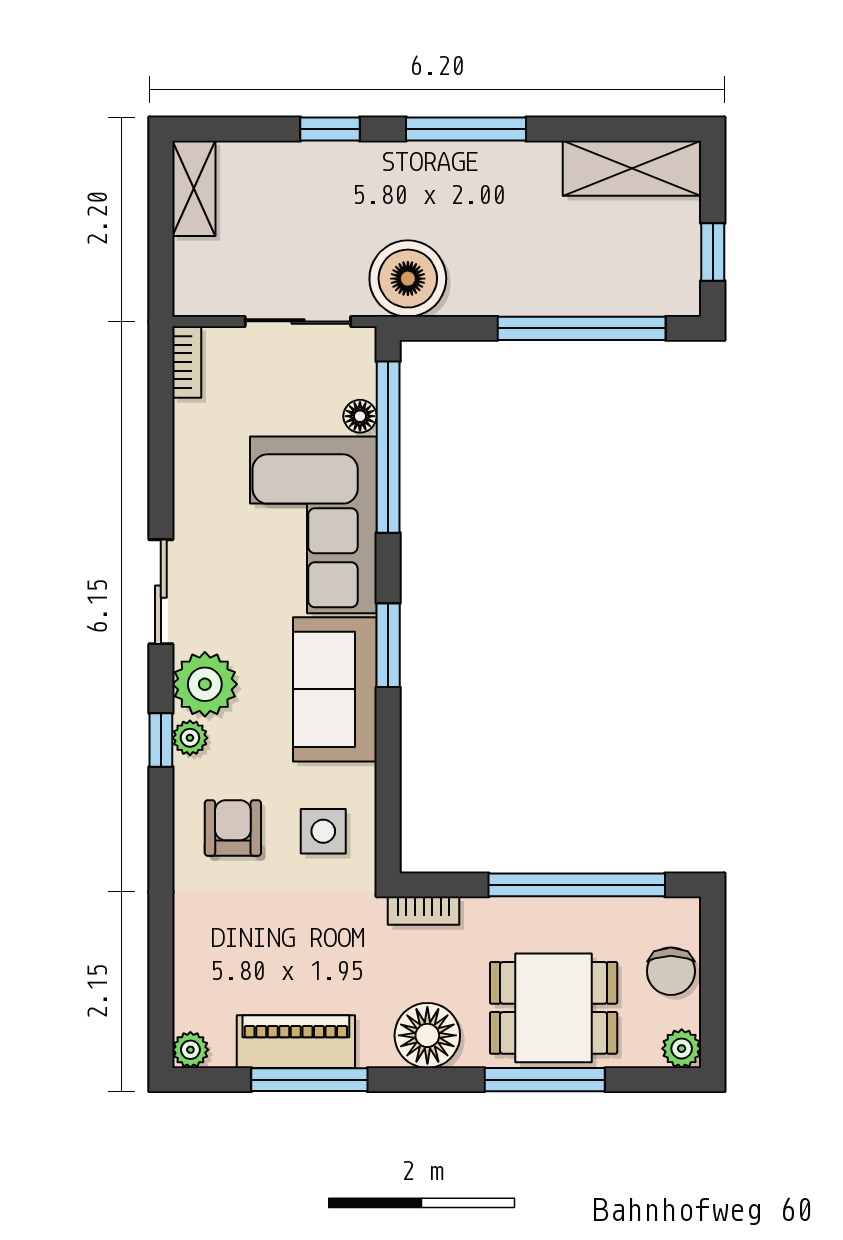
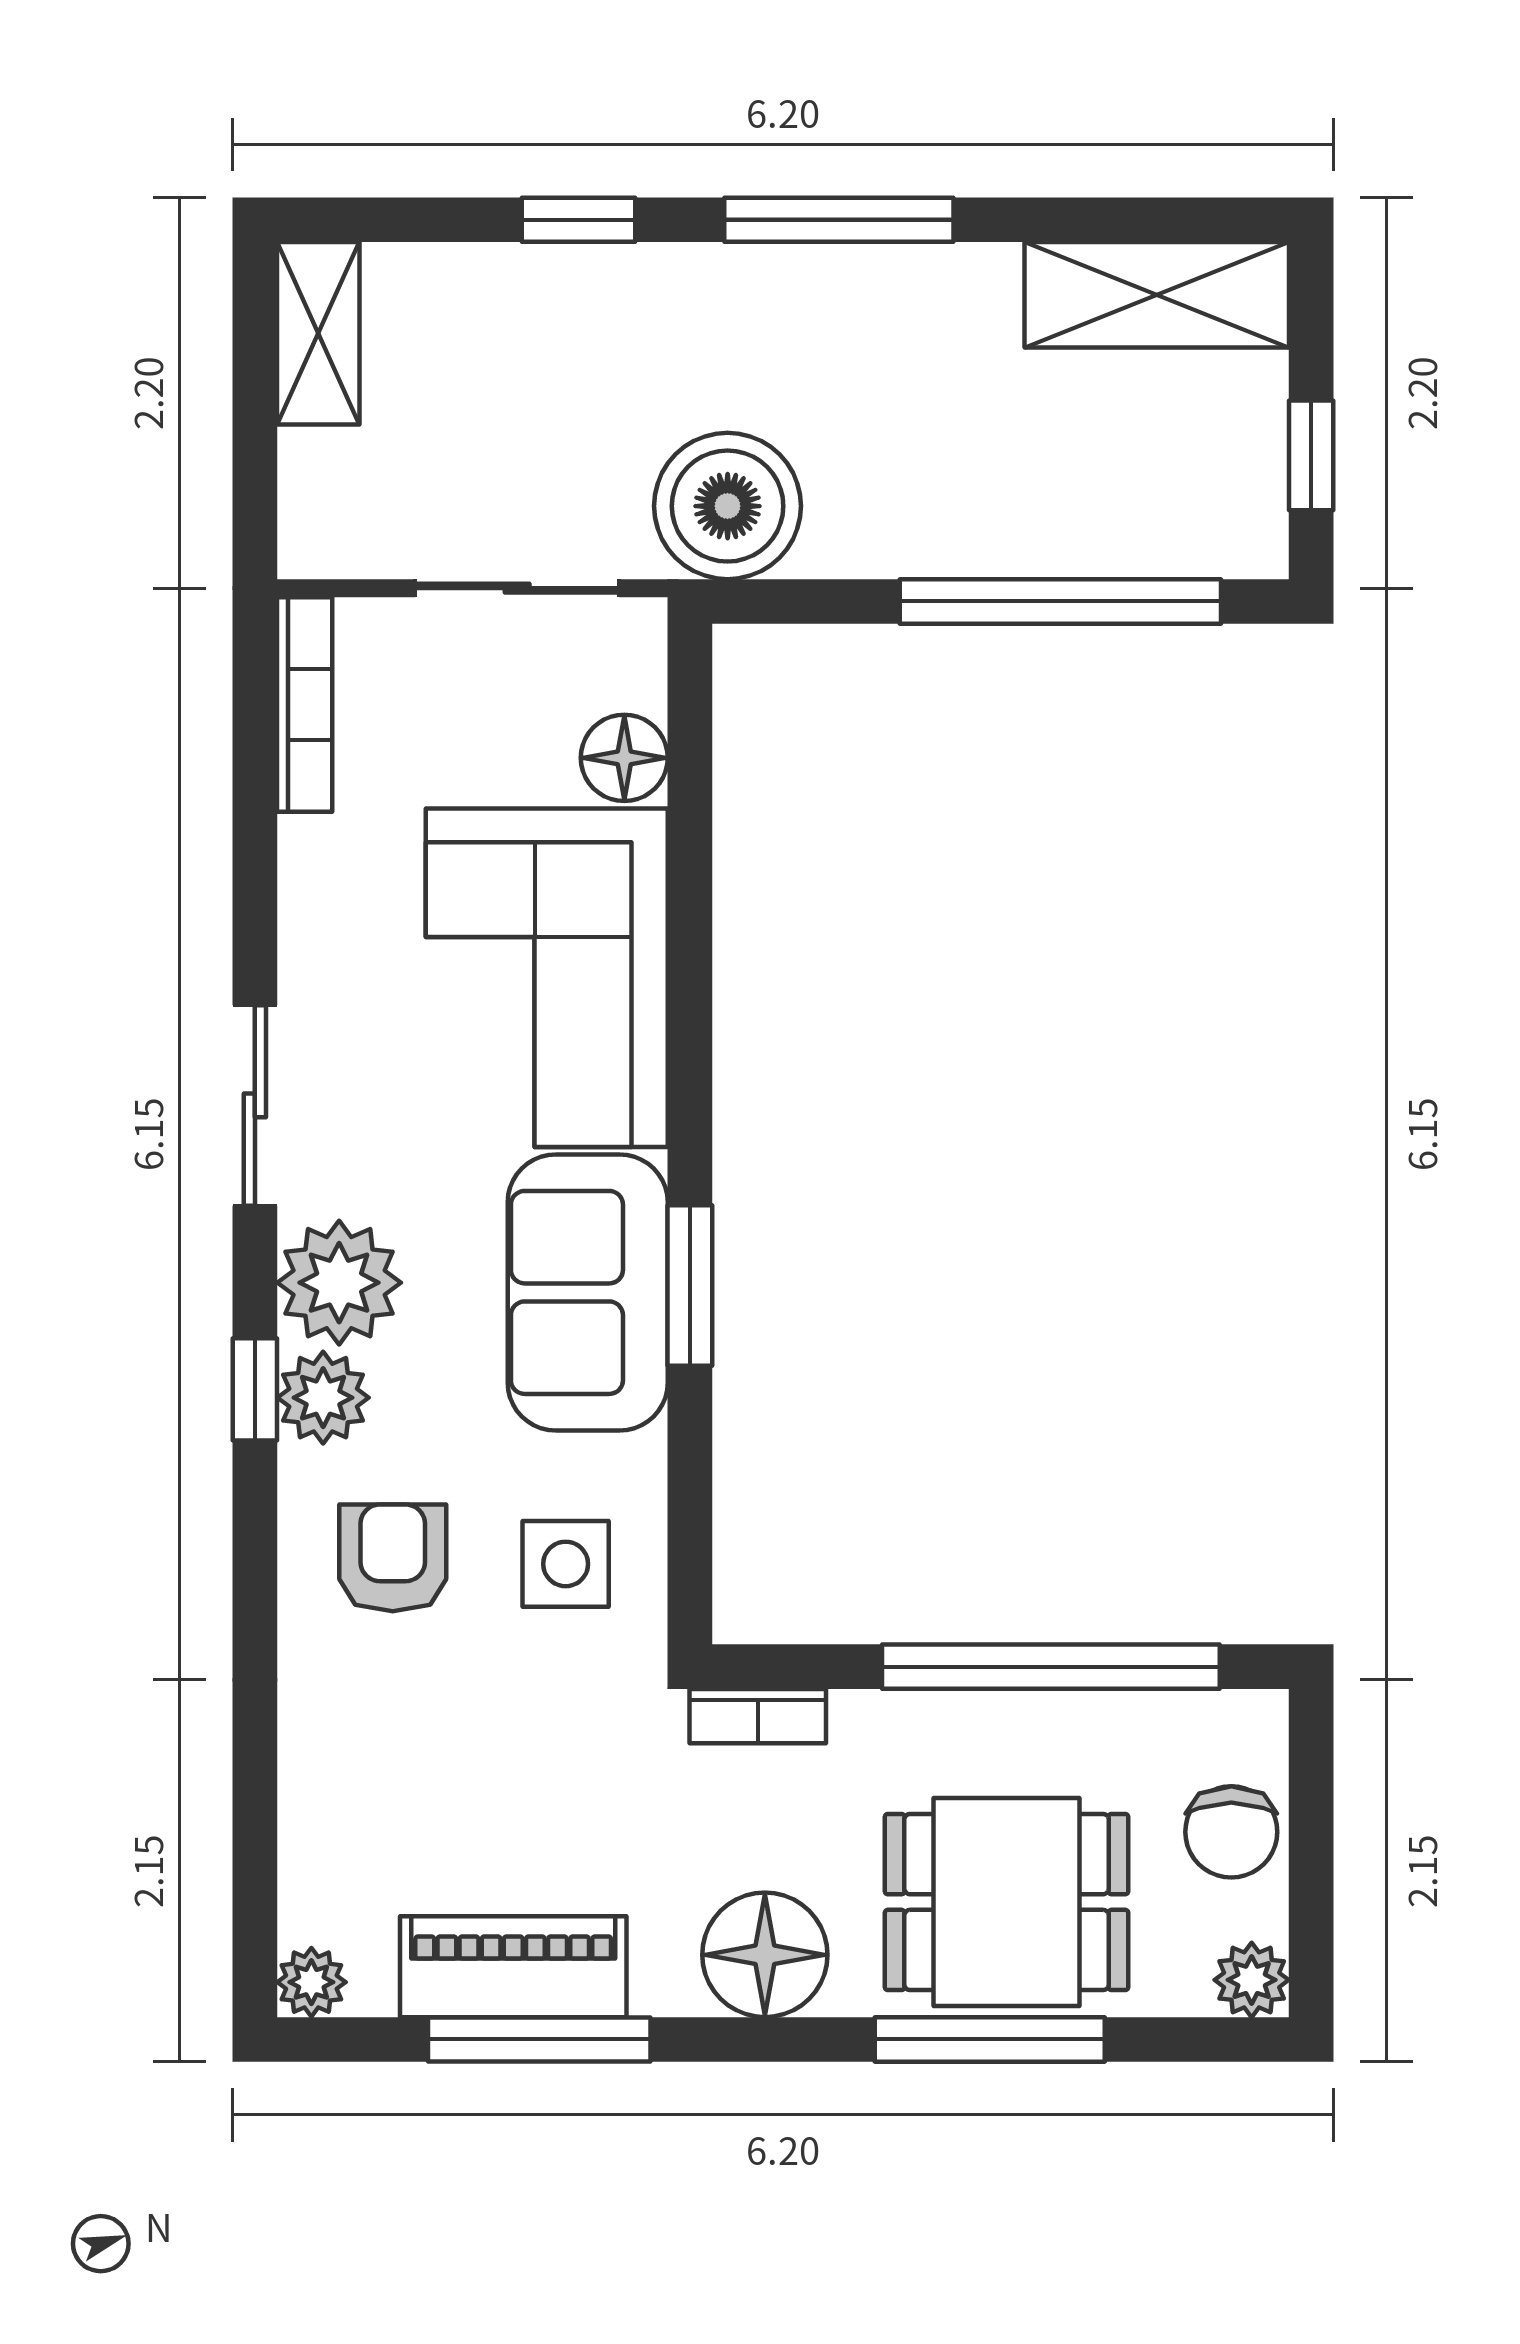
bookcase: (187, 362) -> (305, 704), width x1.56
floor lamp: (360, 416) -> (624, 758), width x1.37, depth x1.37
window: (388, 447) -> (690, 829), removed
window: (388, 645) -> (690, 1286), moved
plant: (190, 738) -> (323, 1398), width x1.38, depth x1.38

